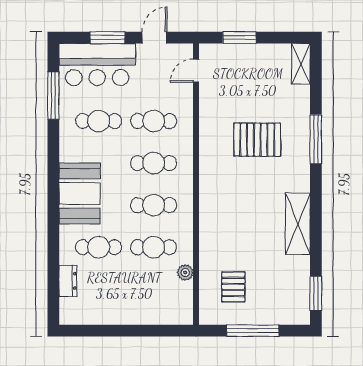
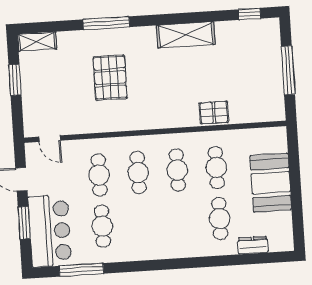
window: (239, 38) -> (15, 80), moved
booth: (80, 193) -> (271, 183), moved, turned 90
plant: (185, 273) -> (238, 137), removed
pallet: (233, 287) -> (214, 113), moved
window: (316, 293) -> (249, 14), width x0.67

